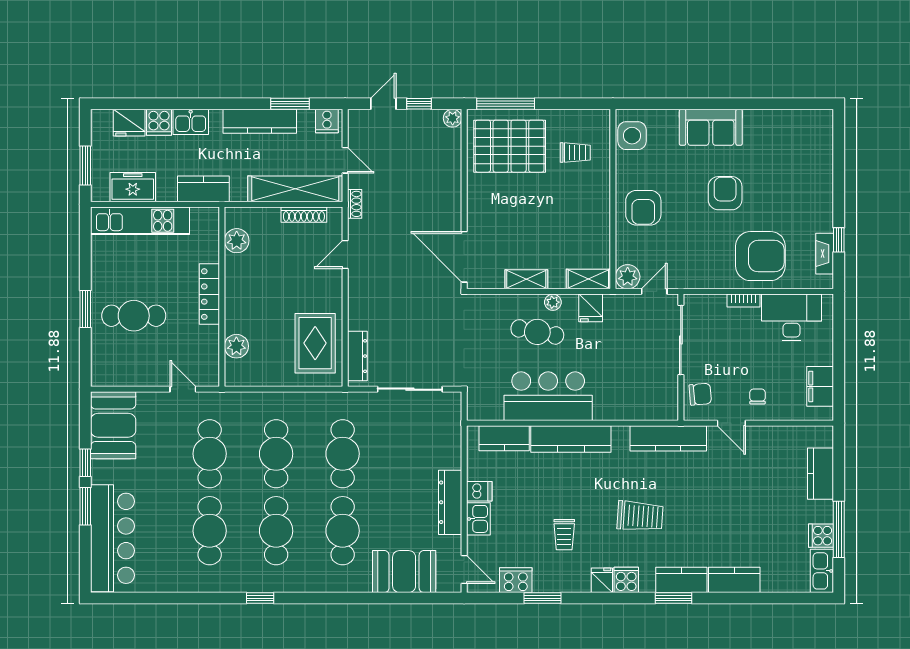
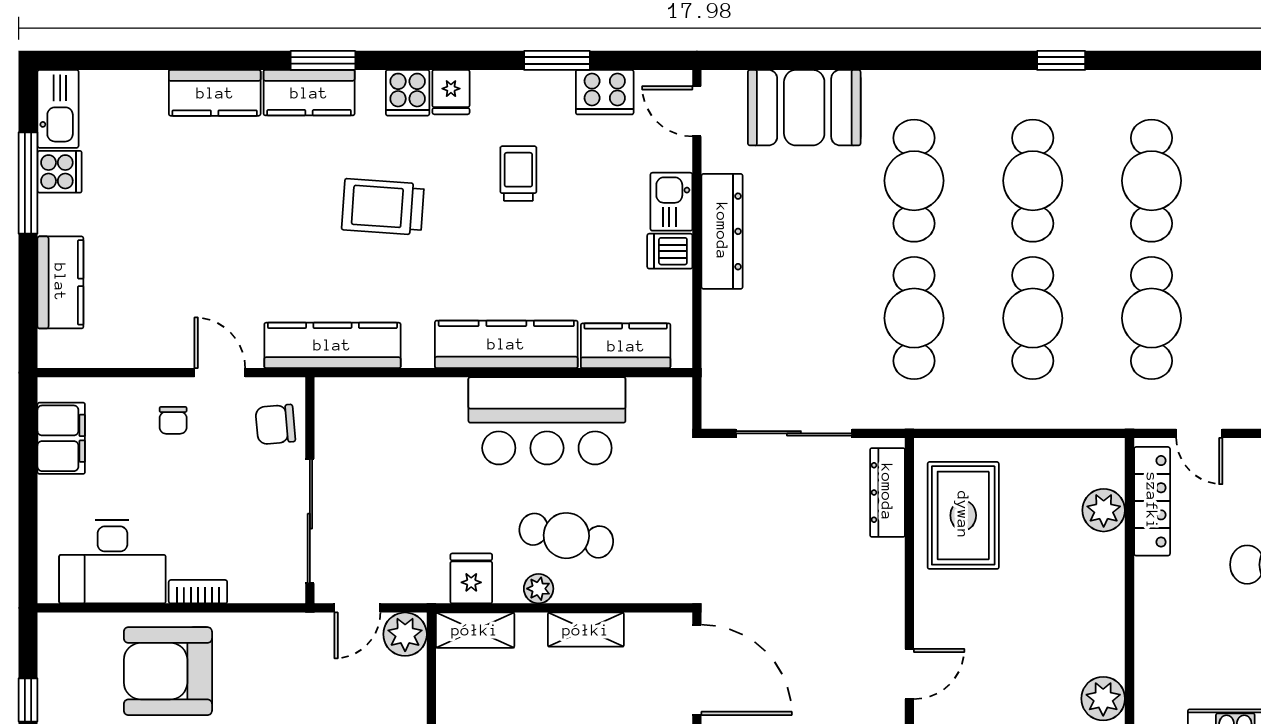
fireplace: (825, 254) -> (53, 676), removed
locker: (209, 294) -> (1152, 501), moved

